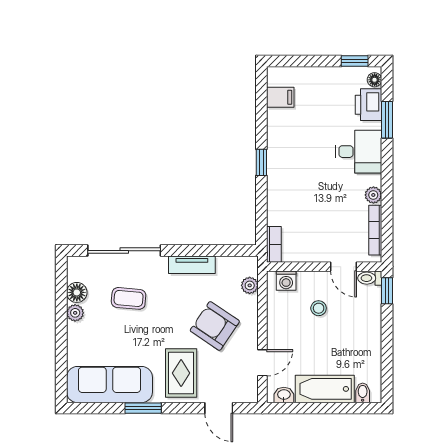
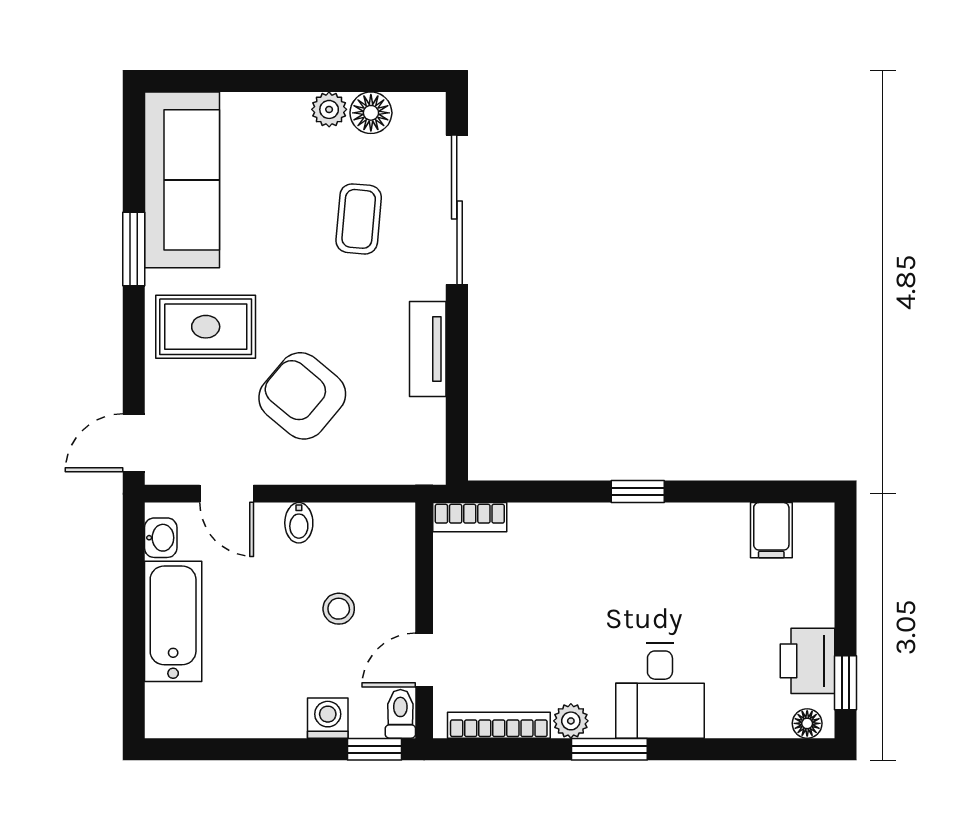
printer: (368, 105) -> (808, 661), moved, turned -90
window: (387, 120) -> (609, 749), moved
washing machine: (286, 281) -> (328, 718), moved, turned 90
plant: (250, 285) -> (385, 467), removed
armchair: (215, 326) -> (302, 396), turned -84
bidet: (363, 393) -> (299, 523), moved, turned 90
door: (219, 408) -> (134, 443), moved

